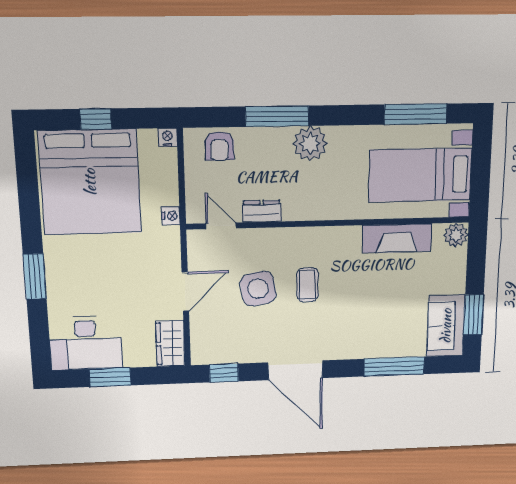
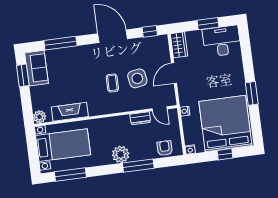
window: (35, 276) -> (252, 93), moved

